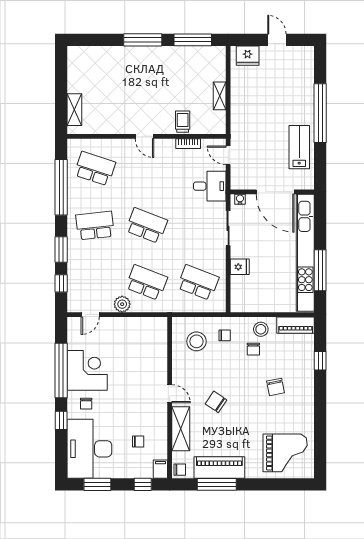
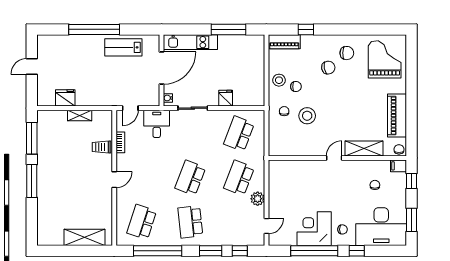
fridge: (248, 56) -> (65, 98), moved, turned -90
shelving: (74, 110) -> (85, 237), width x1.50, depth x1.33
kitchen unit: (305, 253) -> (190, 42), width x0.54
door: (90, 315) -> (266, 226), hinge flipped
piano: (296, 325) -> (284, 42), moved, turned 90
stool: (196, 341) -> (307, 116), moved
chair: (216, 402) -> (347, 53), moved, turned -122
window: (217, 484) -> (412, 118), removed

